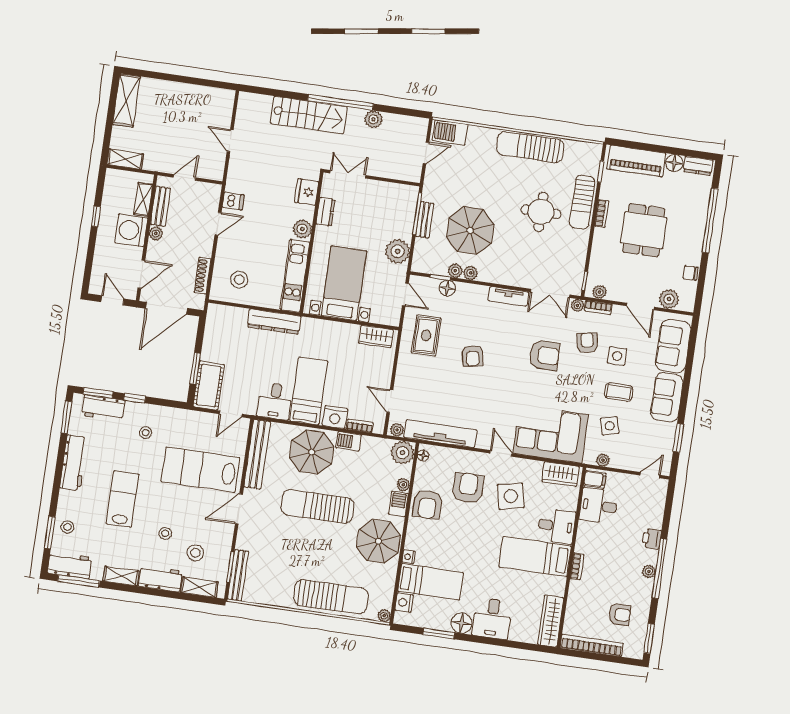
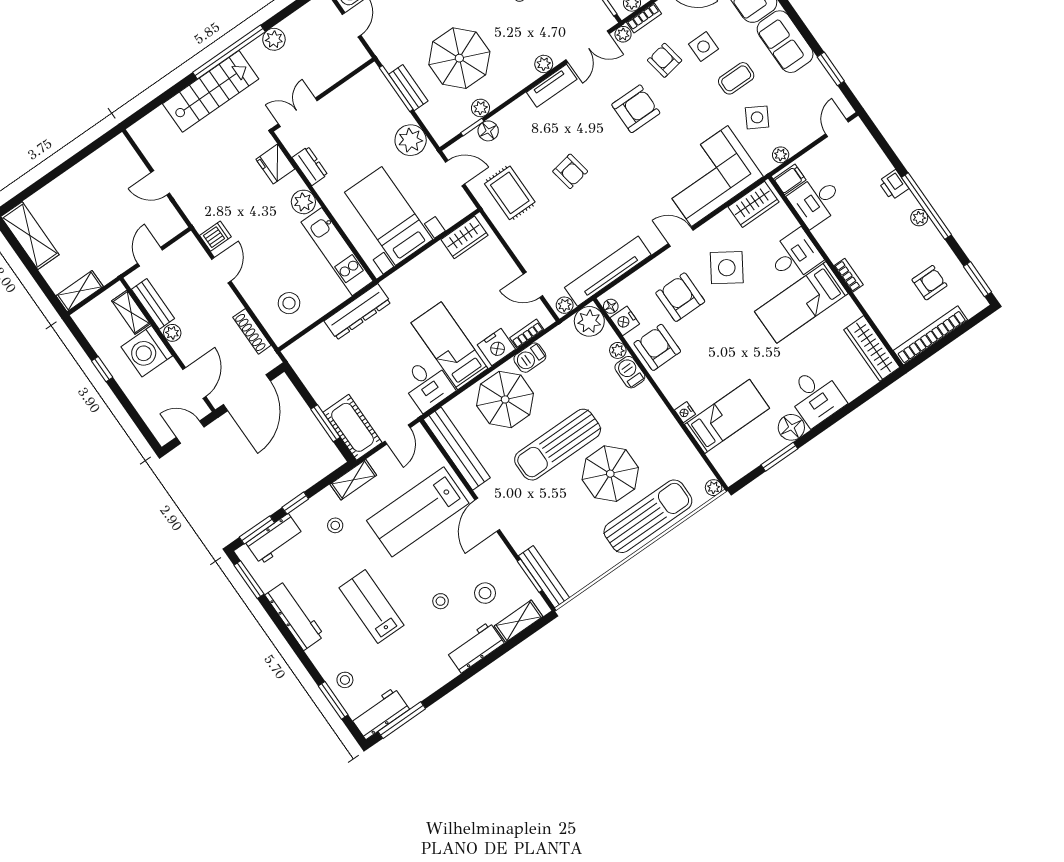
plant: (470, 273) -> (544, 64), moved
side table: (610, 426) -> (757, 117), turned 45
side table: (511, 496) -> (727, 268), turned 45
armchair: (428, 504) -> (657, 347), turned 180
parasol: (378, 541) -> (610, 474), moved
shelving: (121, 576) -> (353, 480), moved
nightstand: (404, 603) -> (625, 321), moved

